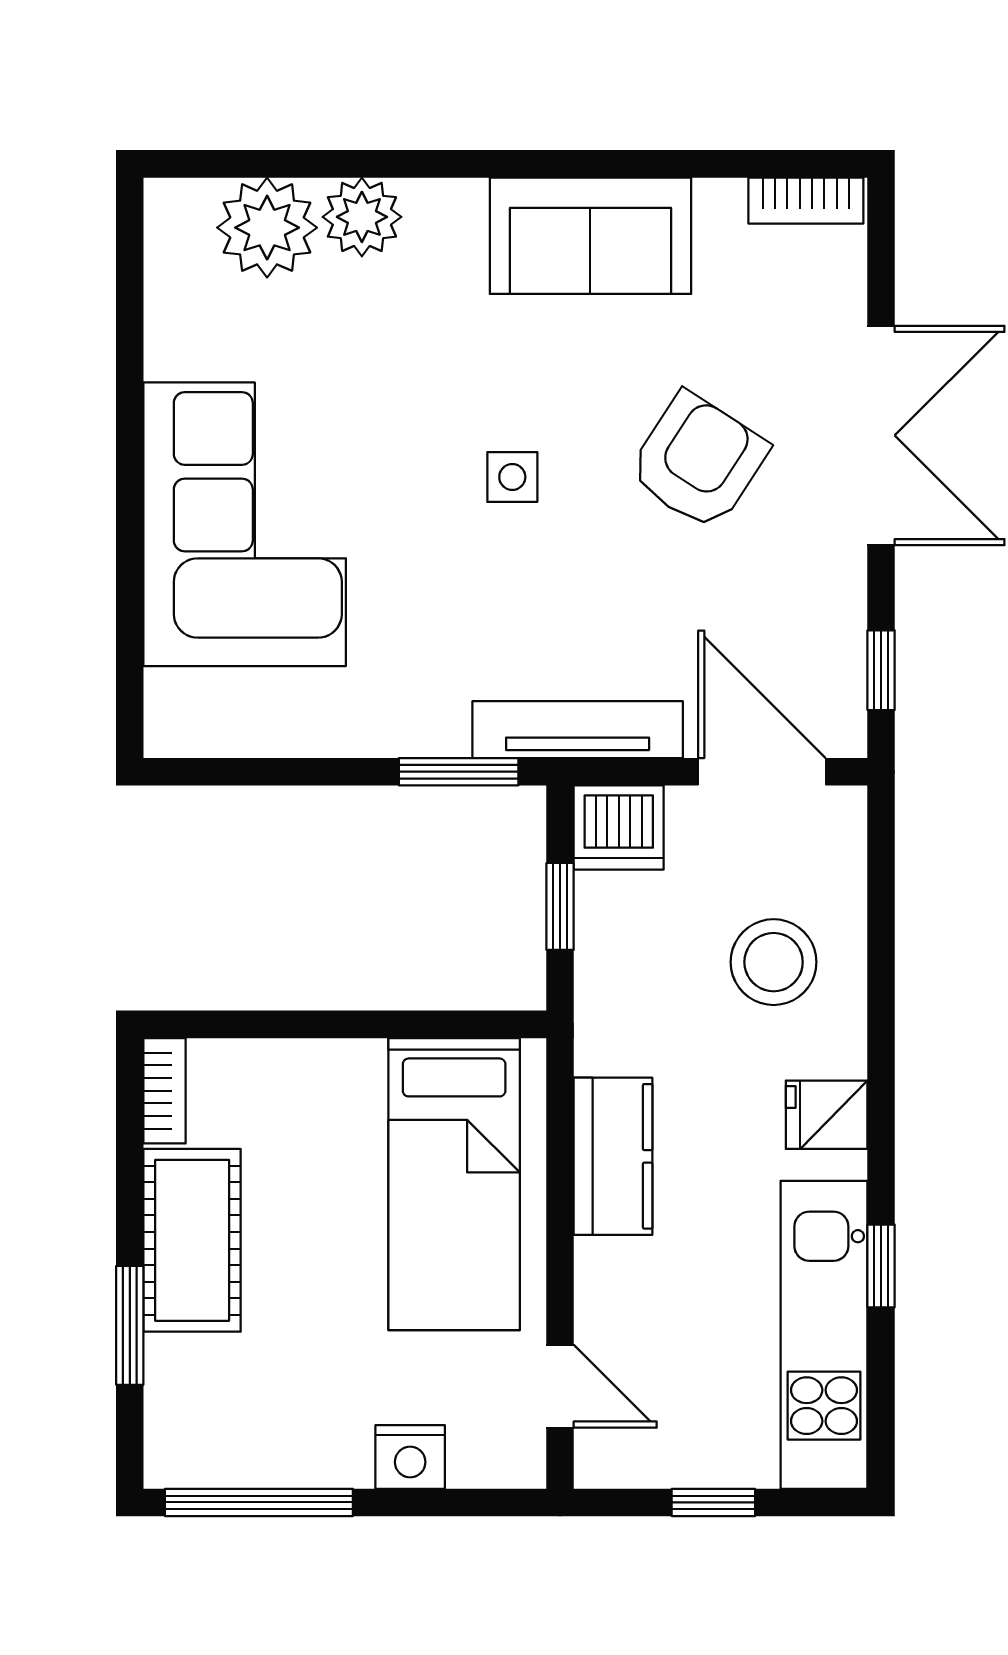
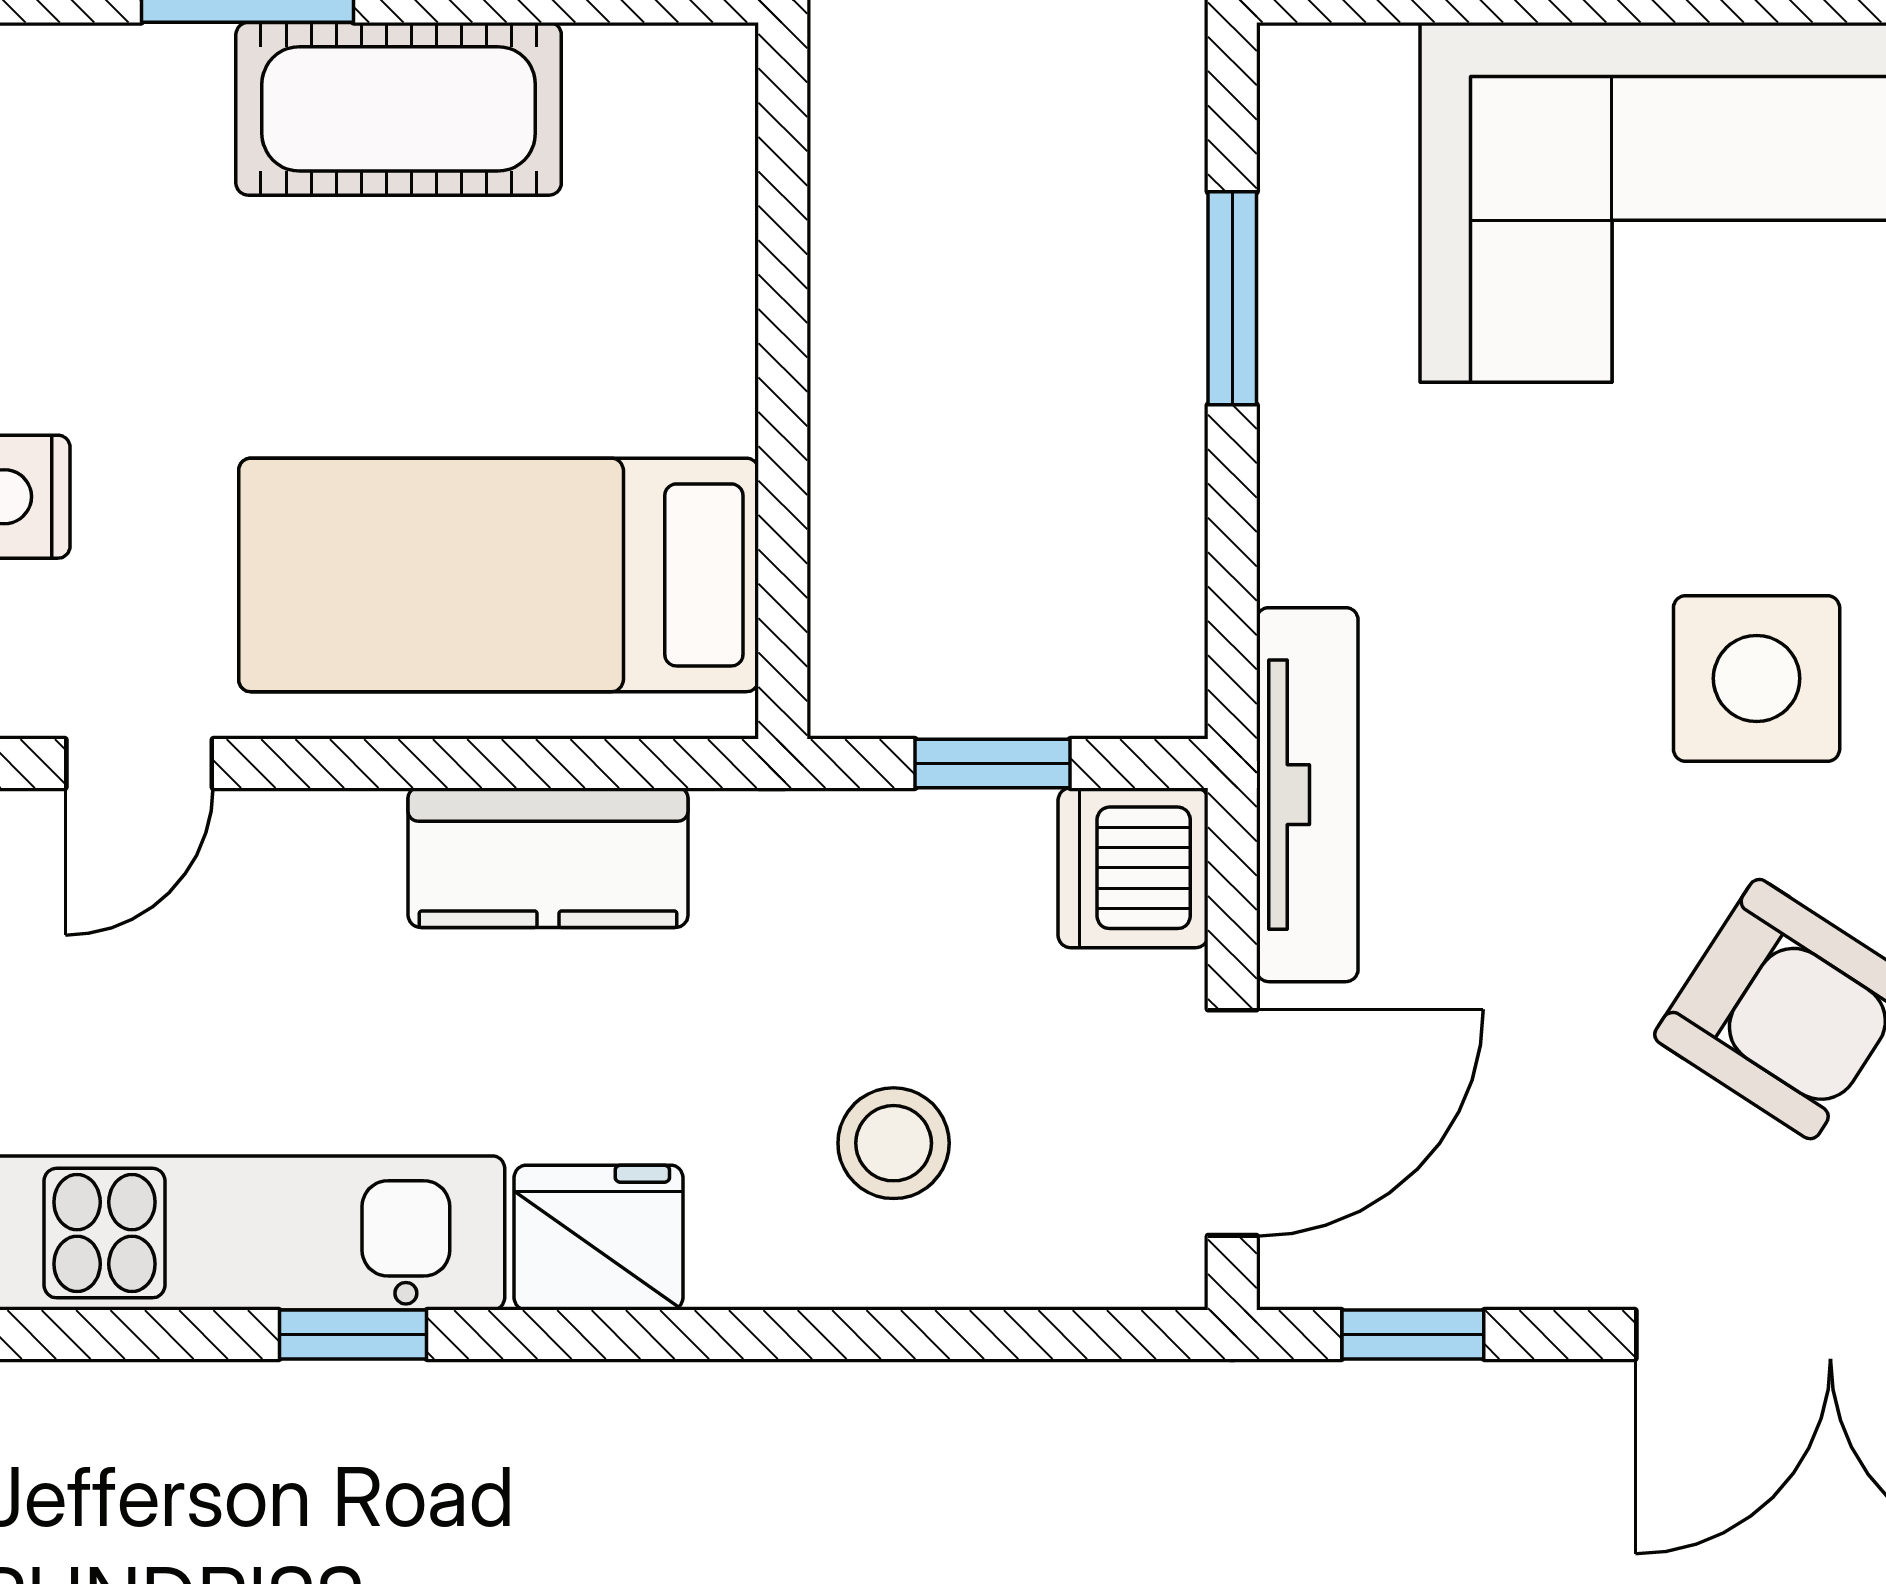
side table: (512, 477) -> (1757, 678), width x1.87, depth x1.87
window: (459, 772) -> (1232, 298), moved
stool: (774, 962) -> (894, 1143), width x0.73, depth x0.73
bookcase: (165, 1091) -> (665, 60), removed
fridge: (827, 1115) -> (599, 1238), width x1.38

